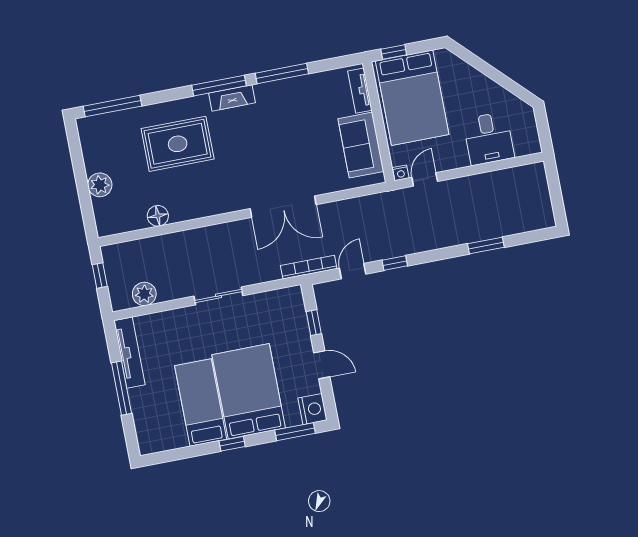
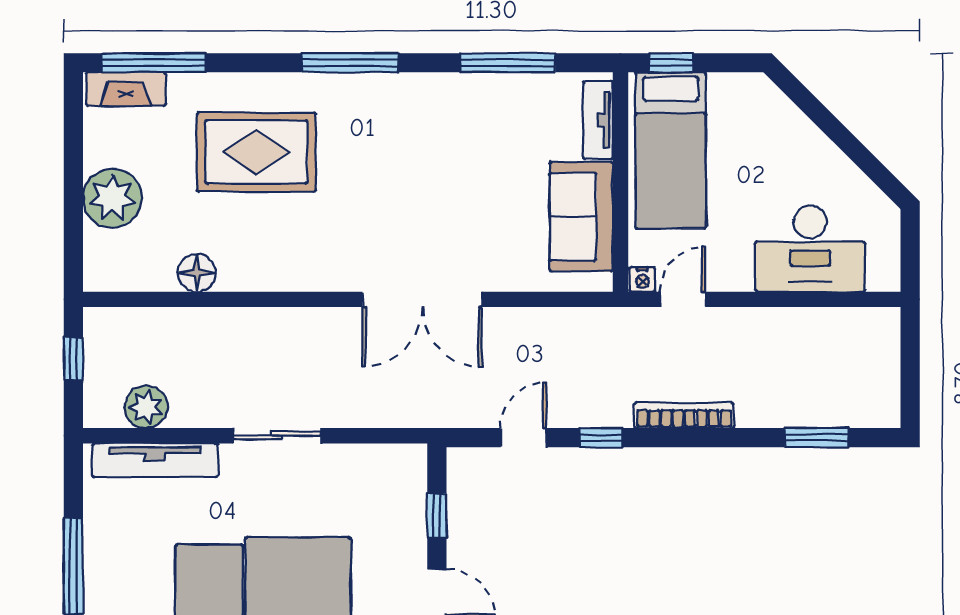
window: (282, 73) -> (508, 63), moved
fireplace: (232, 98) -> (126, 89), moved
bed: (412, 98) -> (671, 150), width x0.67
desk: (489, 138) -> (810, 249), width x1.37
plant: (100, 185) -> (112, 198), width x1.36, depth x1.36
window: (486, 245) -> (817, 438), moved
bookcase: (309, 267) -> (684, 415), moved
tv unit: (129, 353) -> (155, 460), moved, turned 90

